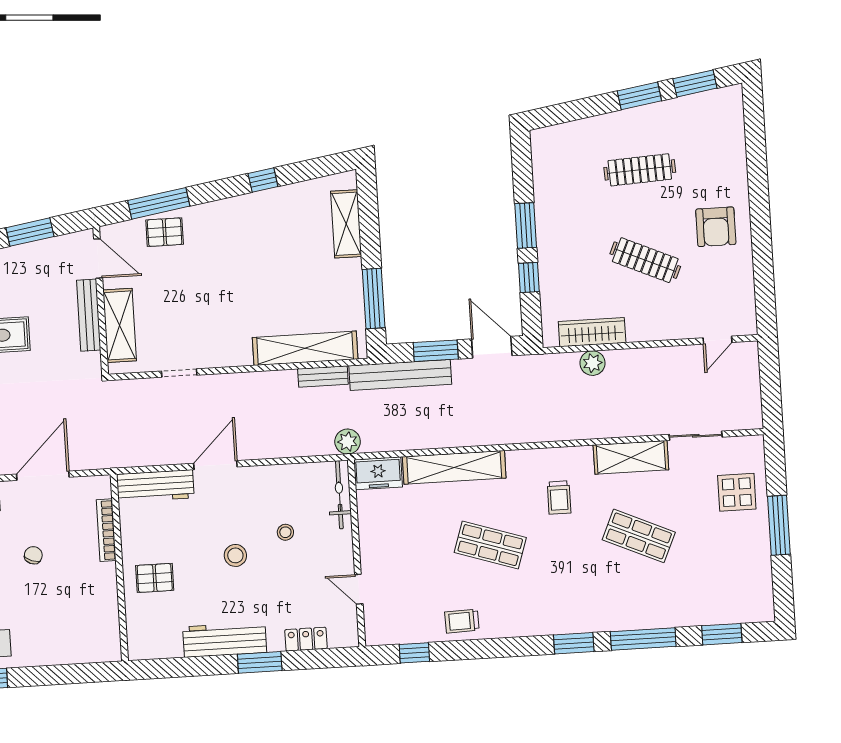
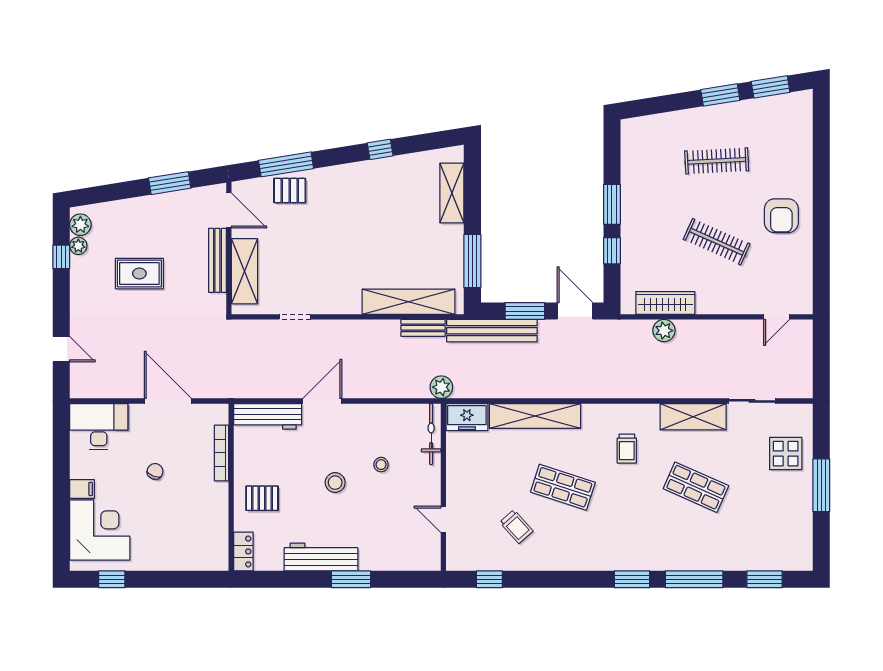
door: (43, 476) -> (168, 401), hinge flipped
trolley: (462, 621) -> (516, 527), moved, turned -130
locker: (306, 639) -> (243, 551), moved, turned 90

